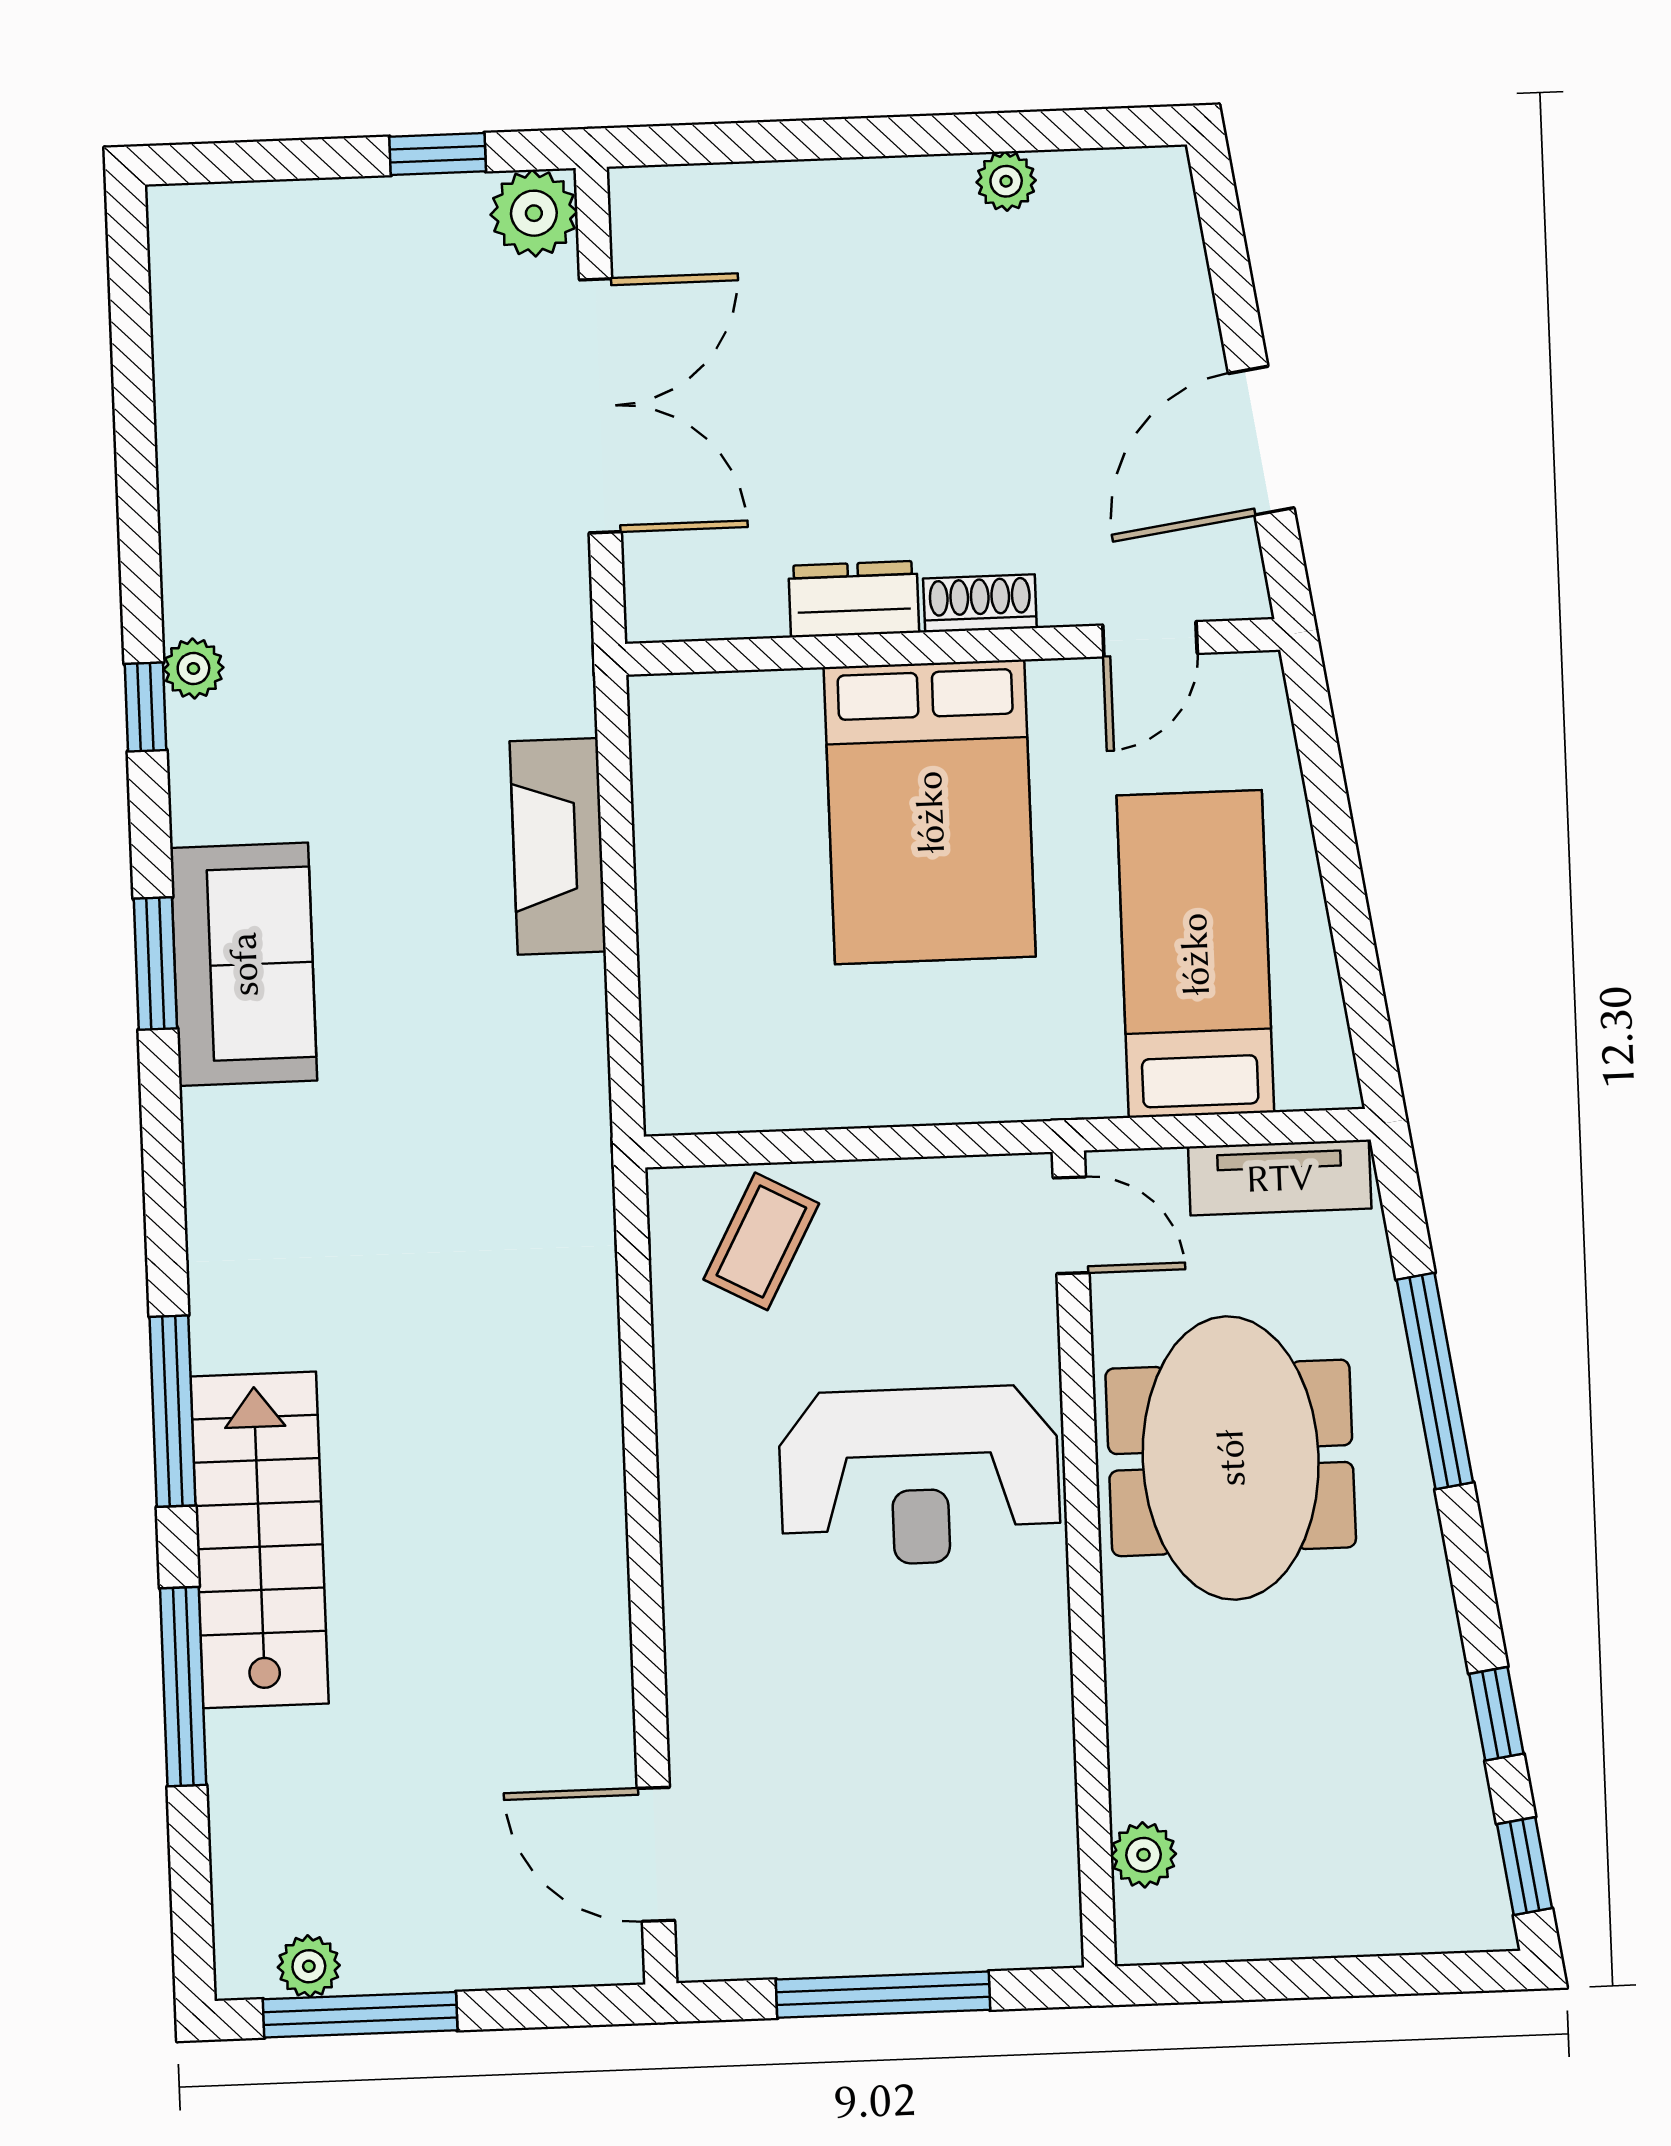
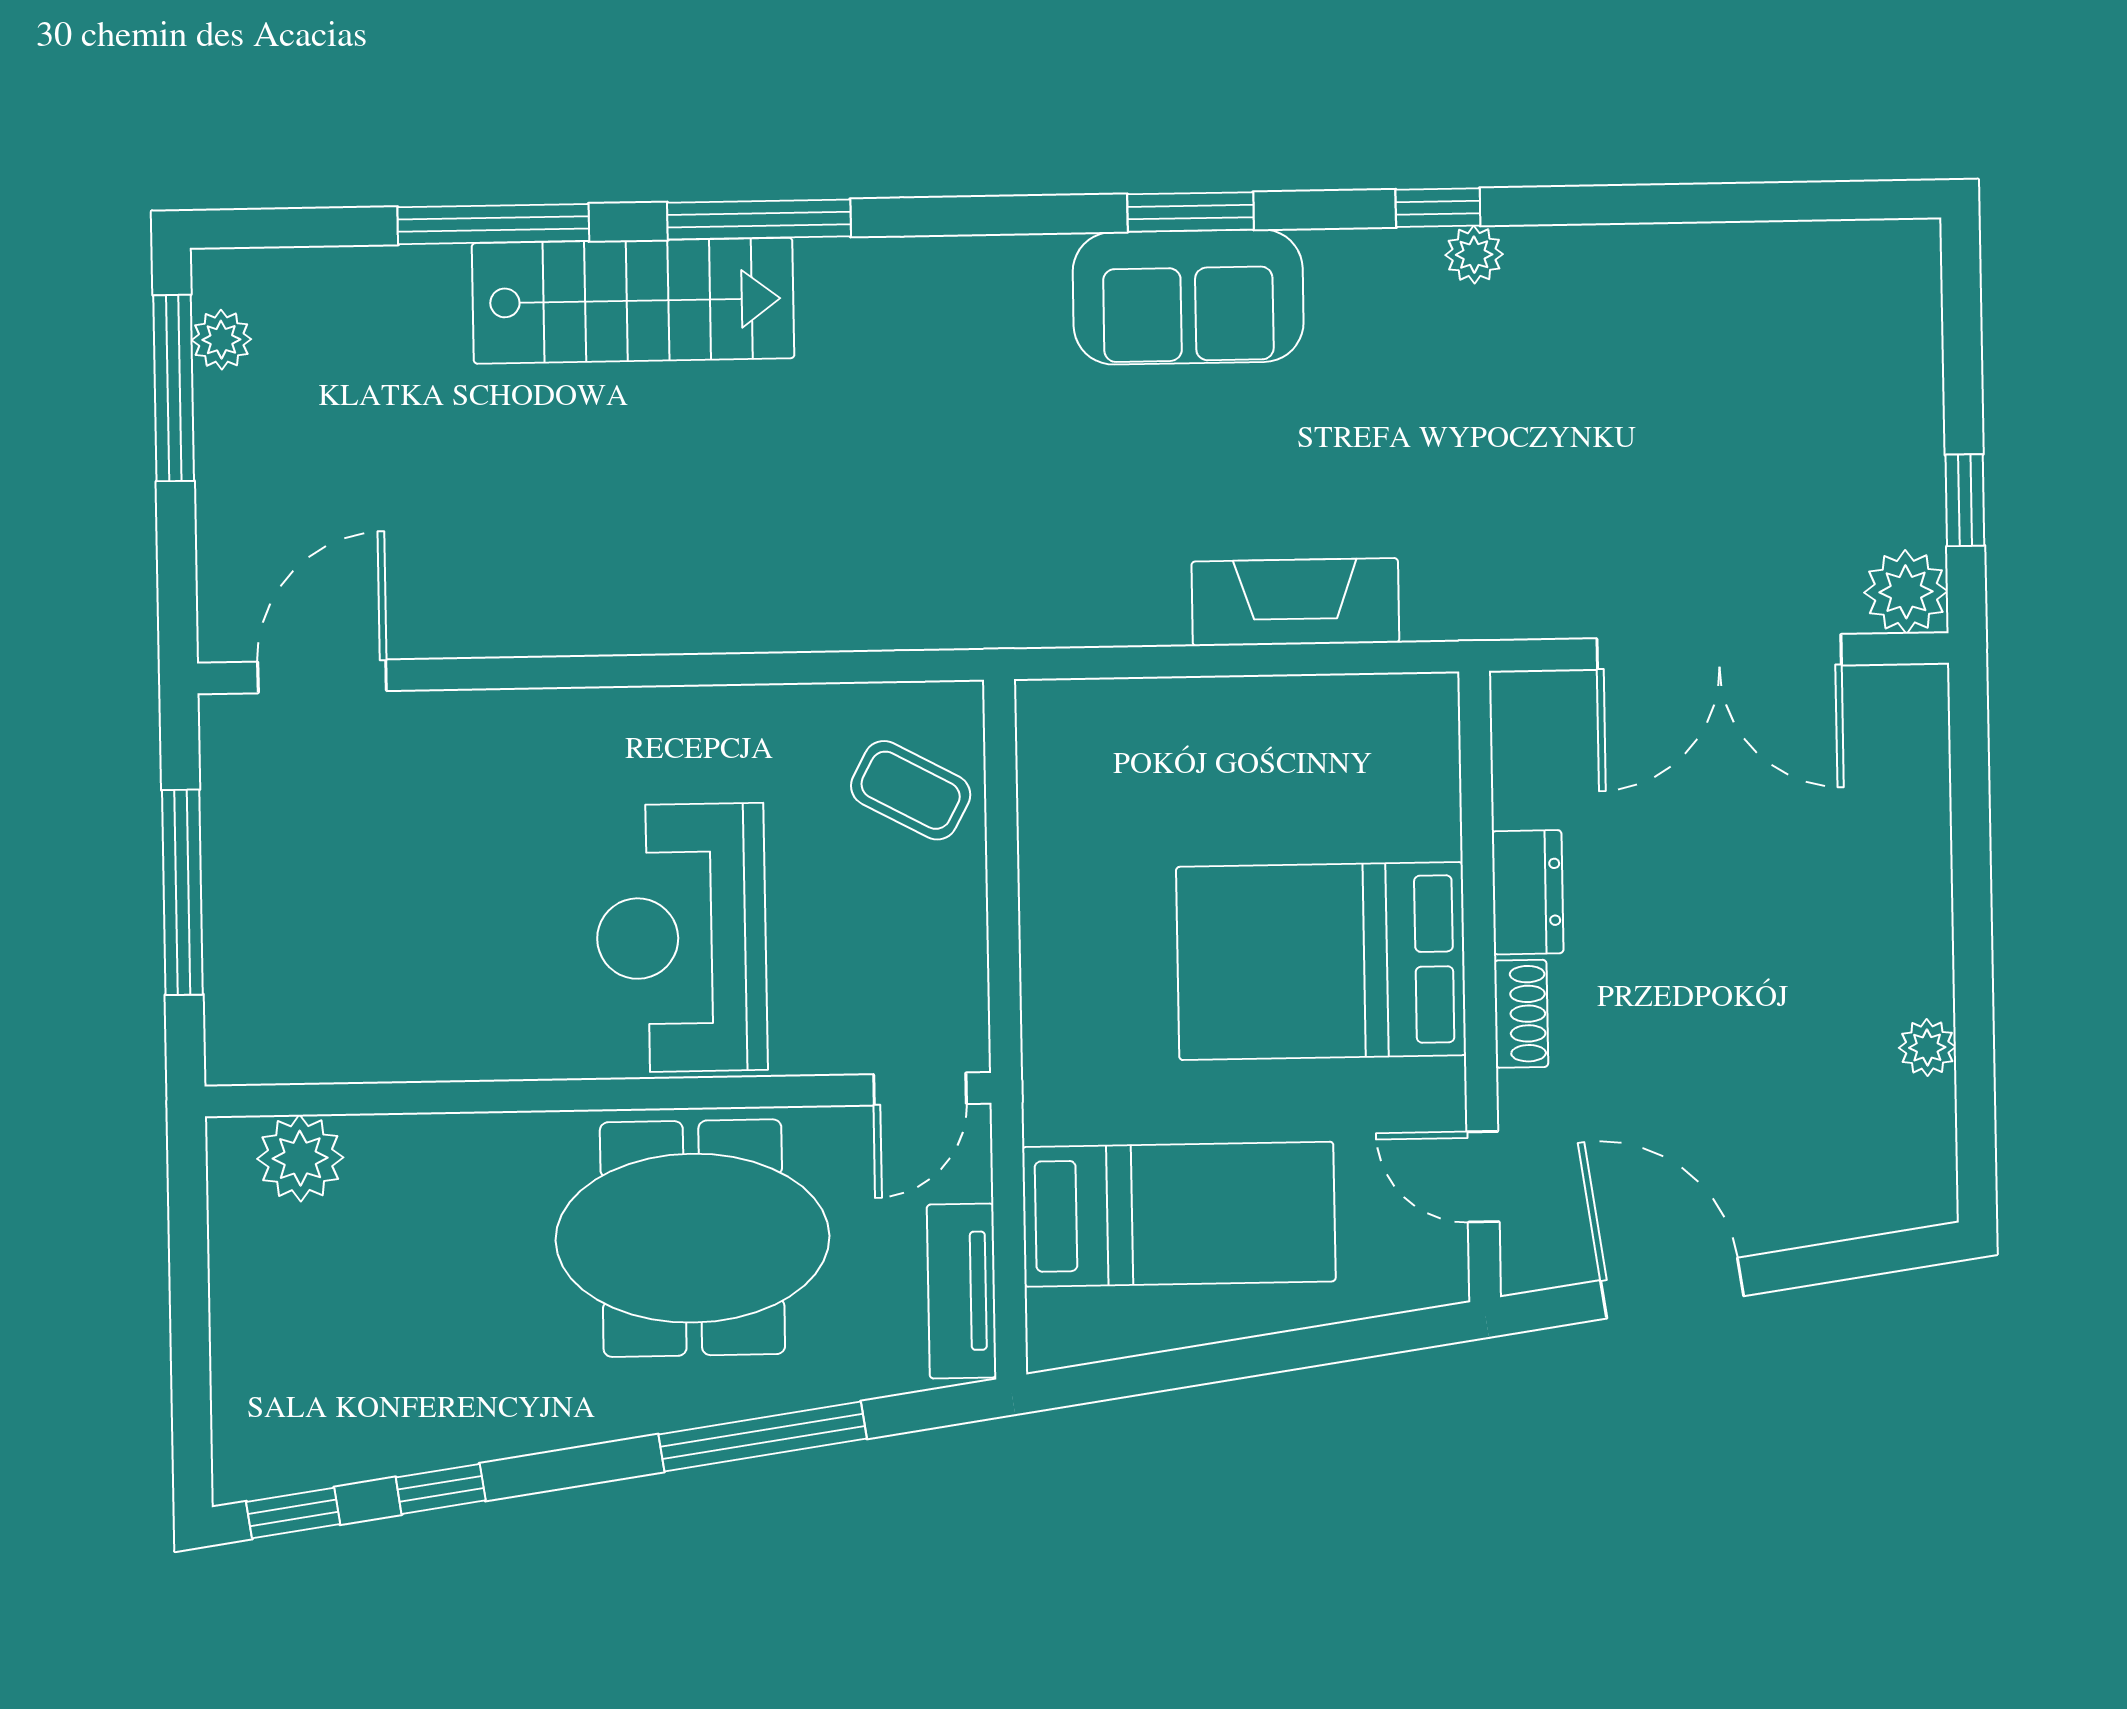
plant: (1144, 1855) -> (300, 1158), width x1.38, depth x1.38

